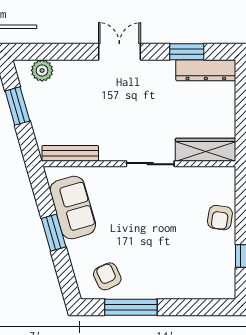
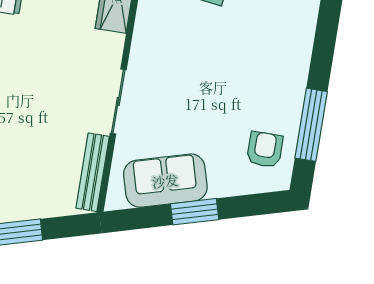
sliding door: (150, 164) -> (118, 101), moved
armchair: (107, 276) -> (265, 150), turned 115

